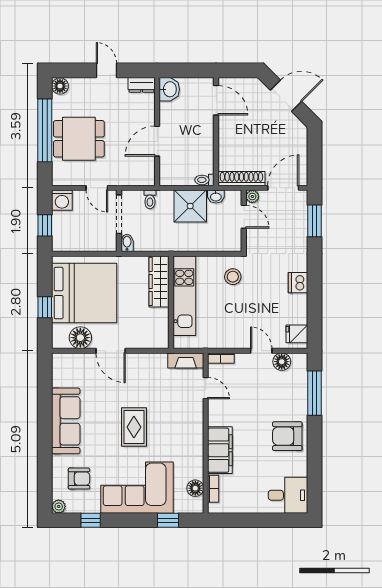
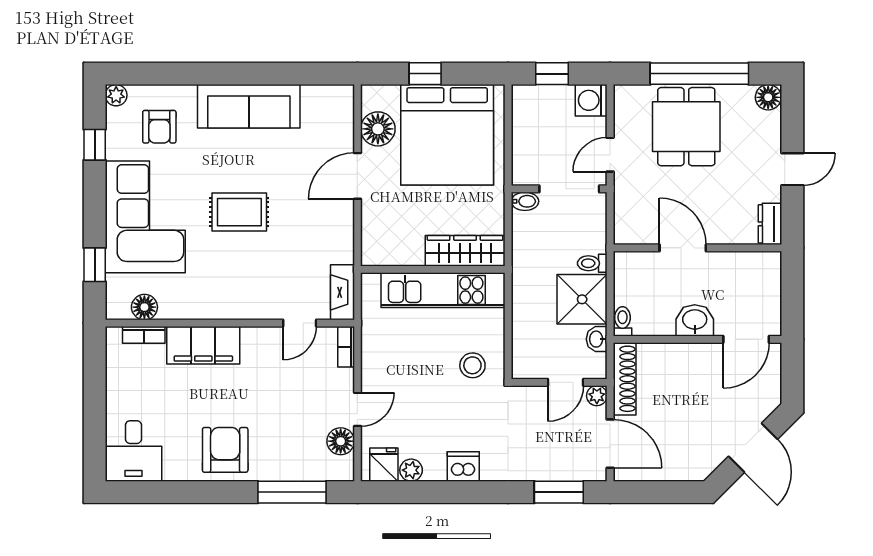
washbasin: (169, 89) -> (695, 320), moved, turned 180
toilet: (150, 199) -> (592, 263), moved
plant: (300, 316) -> (411, 470), added

